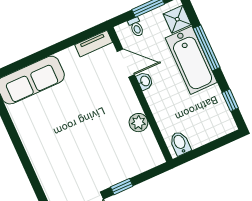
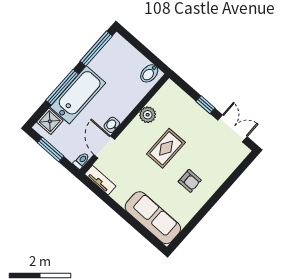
toilet: (136, 27) -> (81, 161), moved
window: (230, 100) -> (96, 49), width x2.17
rug: (96, 126) -> (166, 148), added
armchair: (51, 135) -> (190, 181), added

